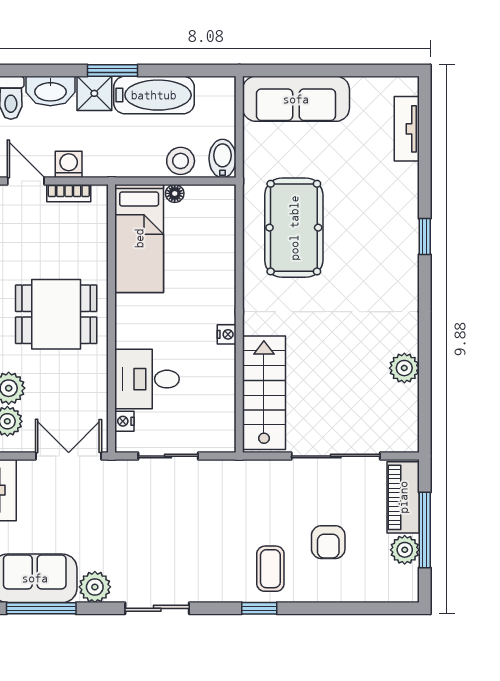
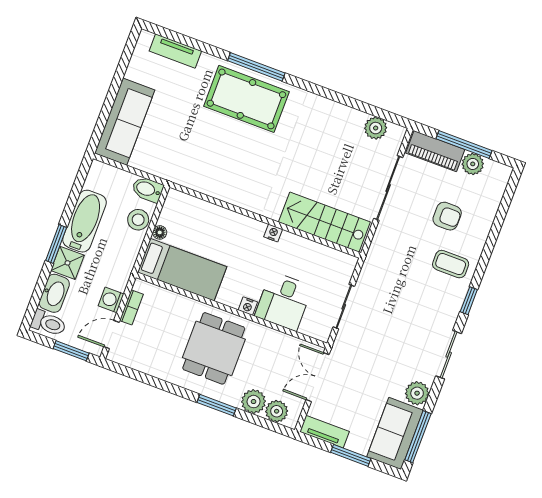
pool table: (294, 228) -> (246, 99), moved
window: (425, 237) -> (256, 67), width x2.17
plant: (404, 368) -> (376, 128), moved
nightstand: (124, 421) -> (248, 306), moved
window: (259, 608) -> (469, 301), moved

